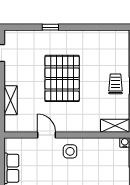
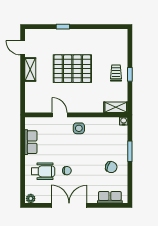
pallet: (62, 78) -> (72, 69), turned 90
shelving: (11, 100) -> (30, 69), moved

